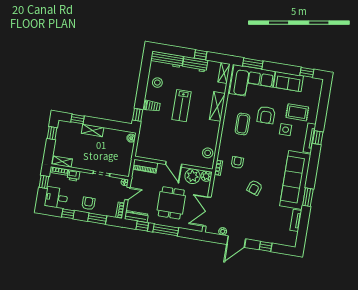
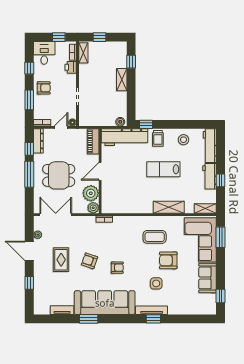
rug: (297, 112) -> (61, 260), moved
window: (52, 133) -> (100, 37), moved
workbench: (146, 137) -> (125, 137), added
stool: (208, 153) -> (118, 205), removed
armchair: (237, 162) -> (117, 268), moved
door: (127, 194) -> (61, 127), swing flipped

